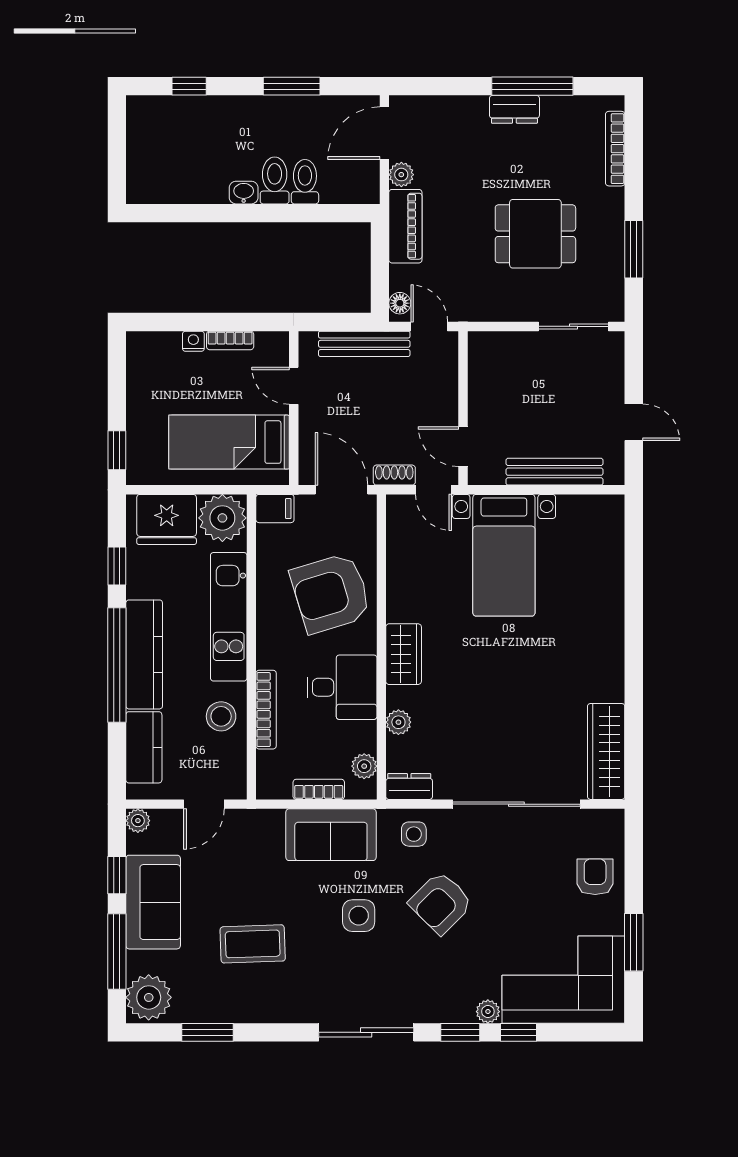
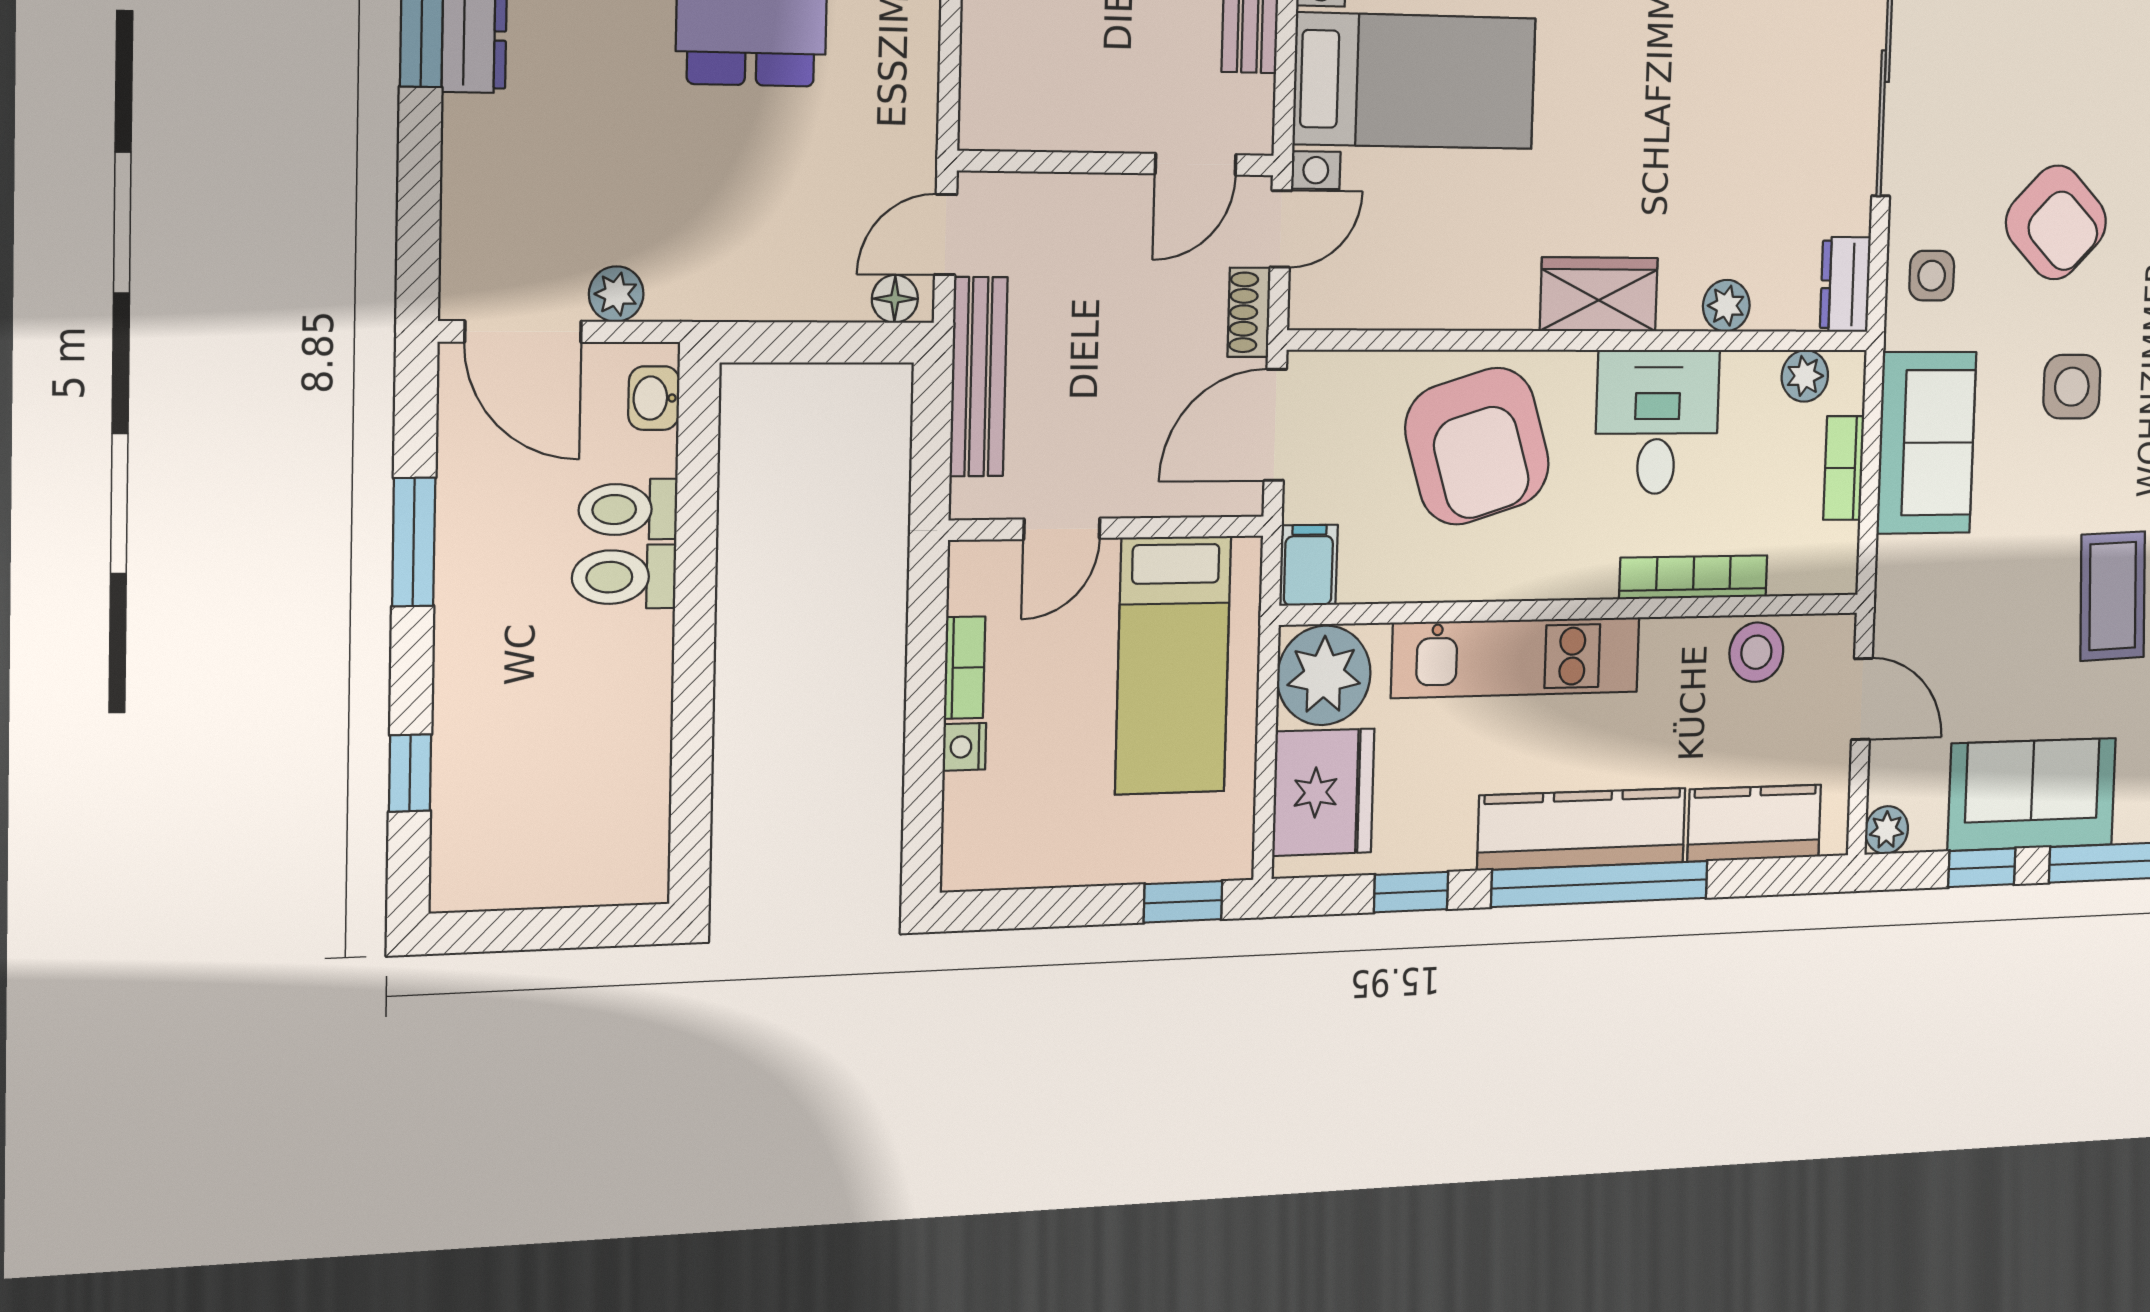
washbasin: (244, 193) -> (654, 398), moved
piano: (405, 226) -> (730, 285), removed
stool: (221, 716) -> (1756, 652), moved

